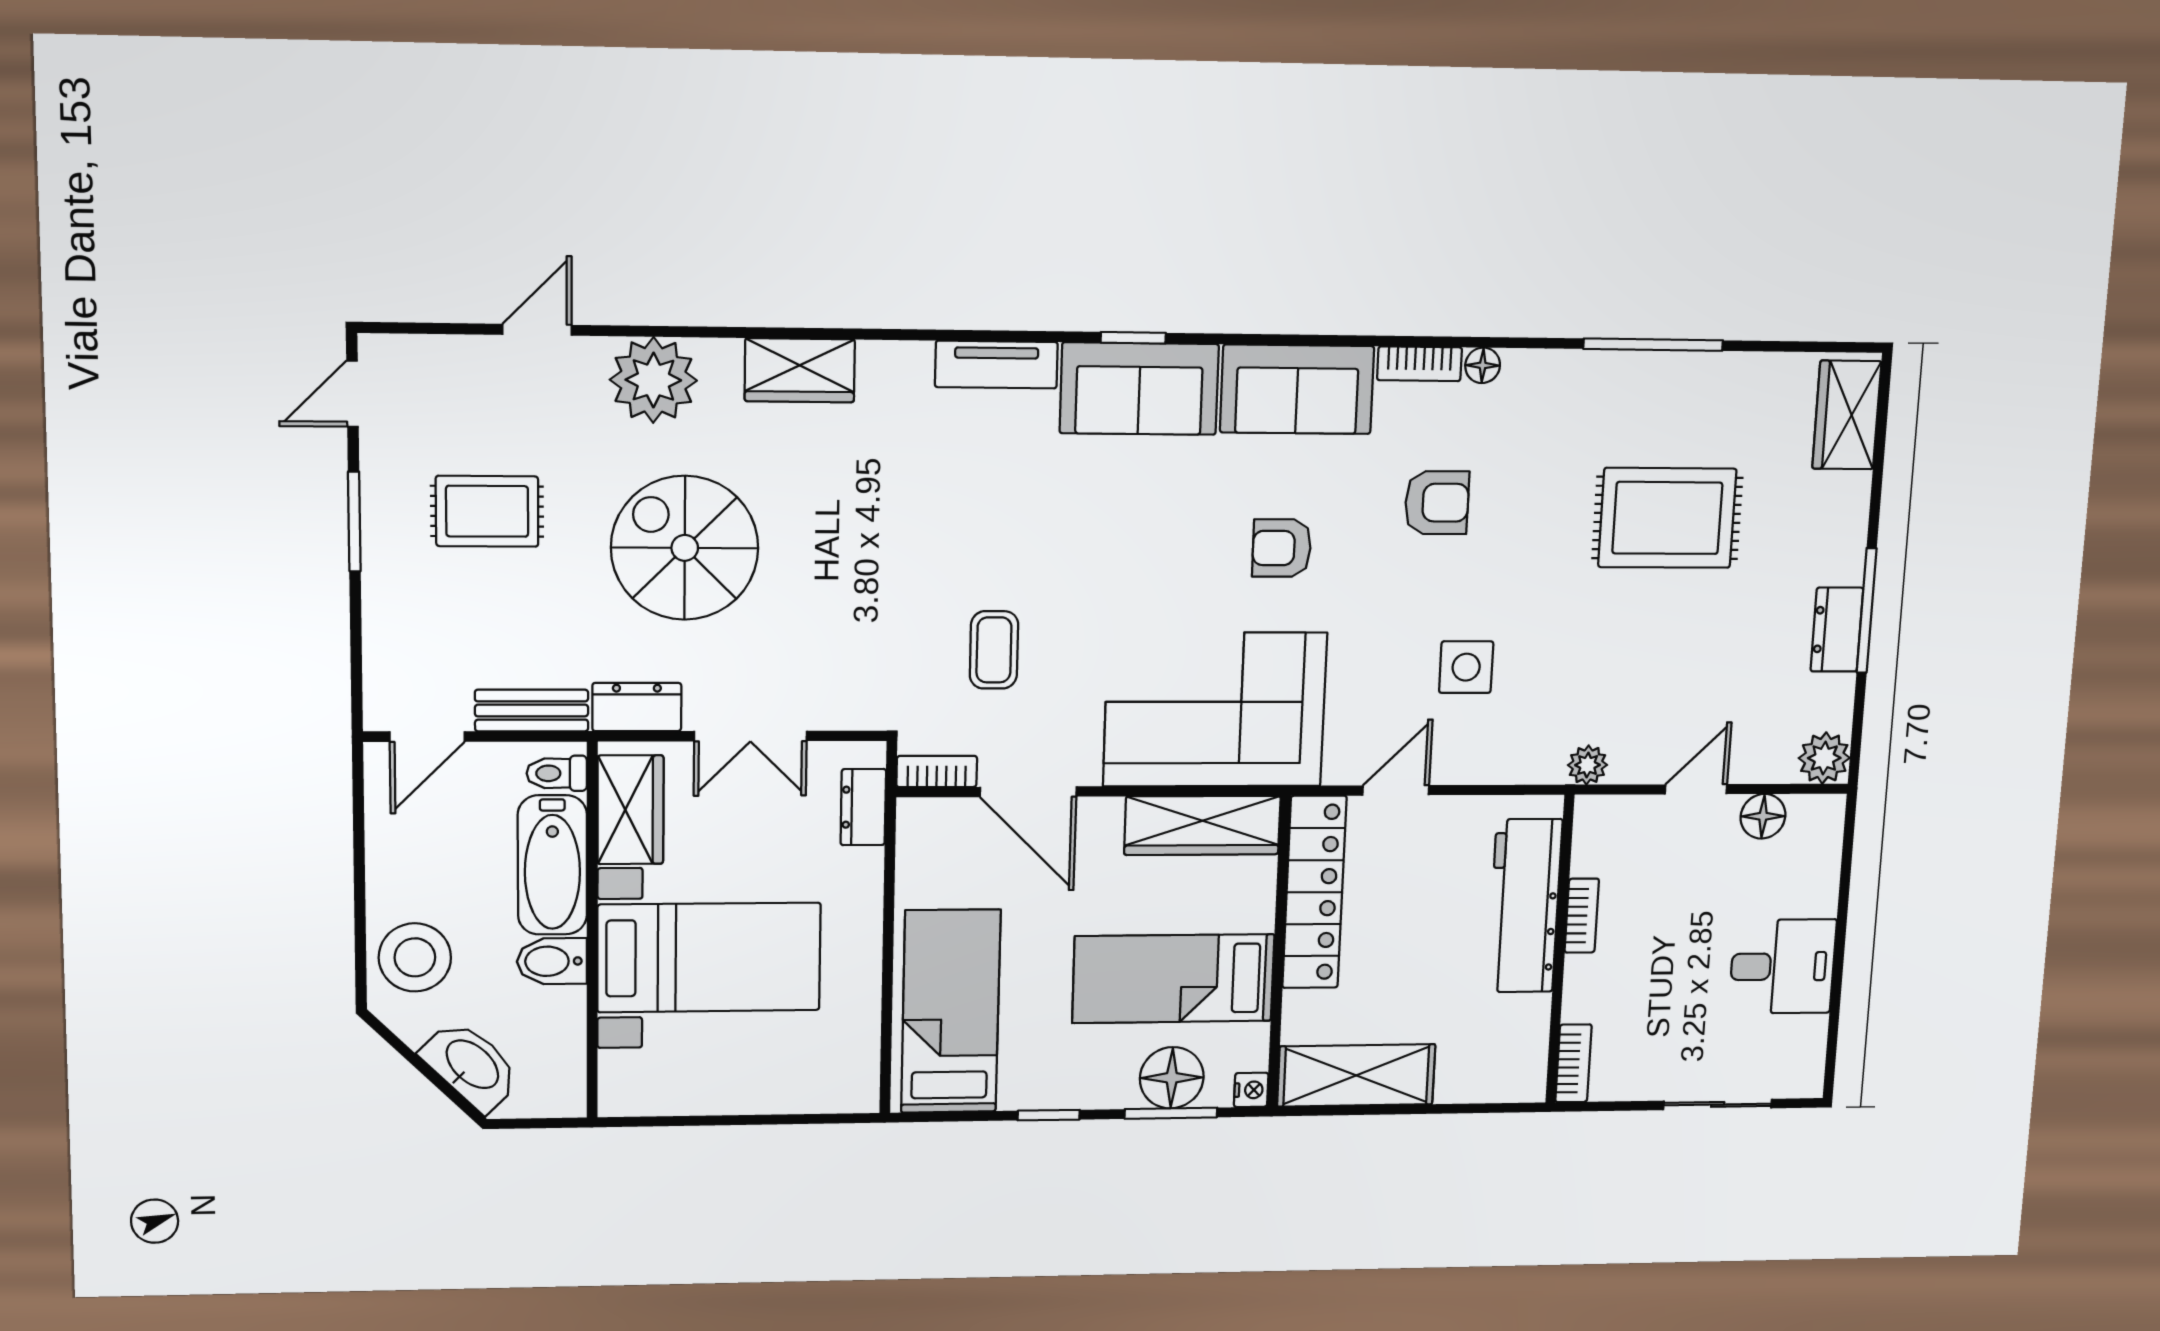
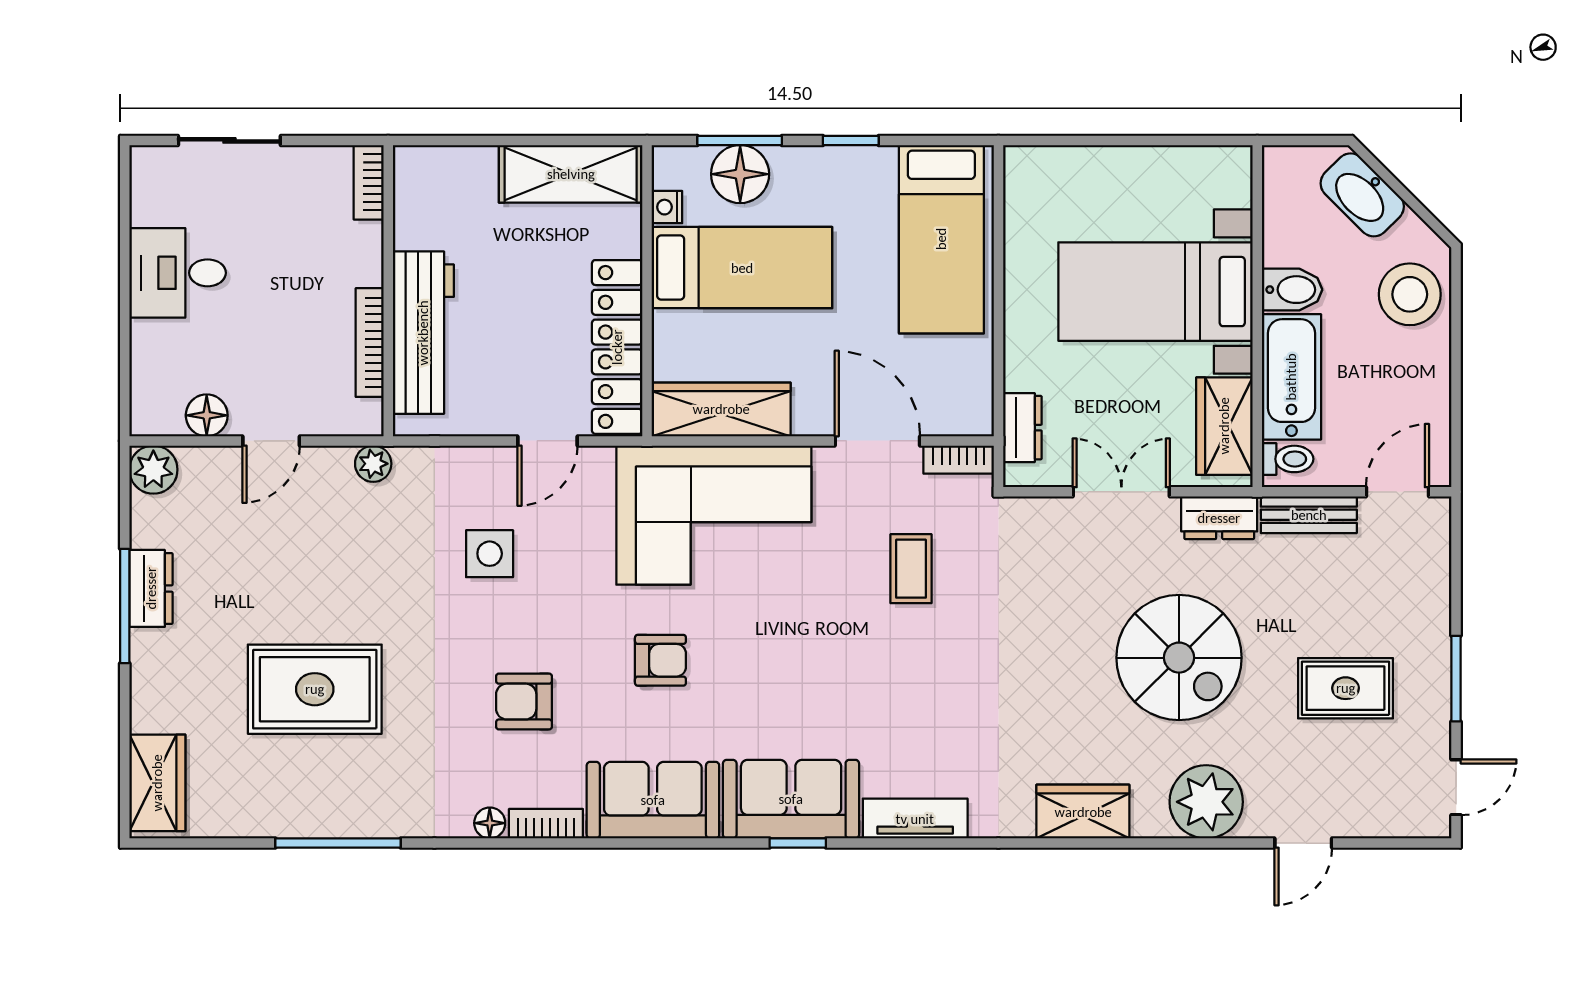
bookcase: (1582, 916) -> (370, 343), width x1.56
nightstand: (1251, 1090) -> (667, 207), moved

